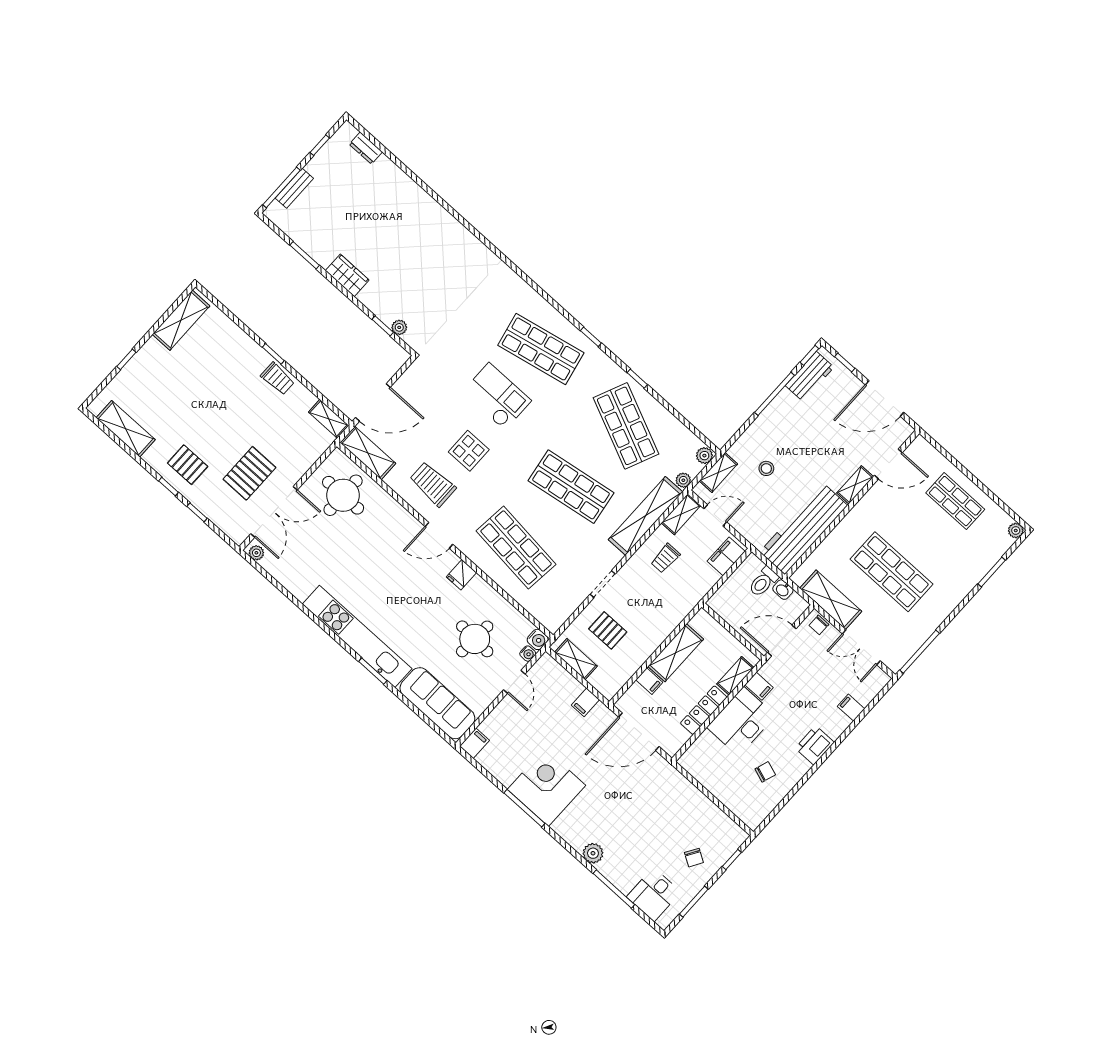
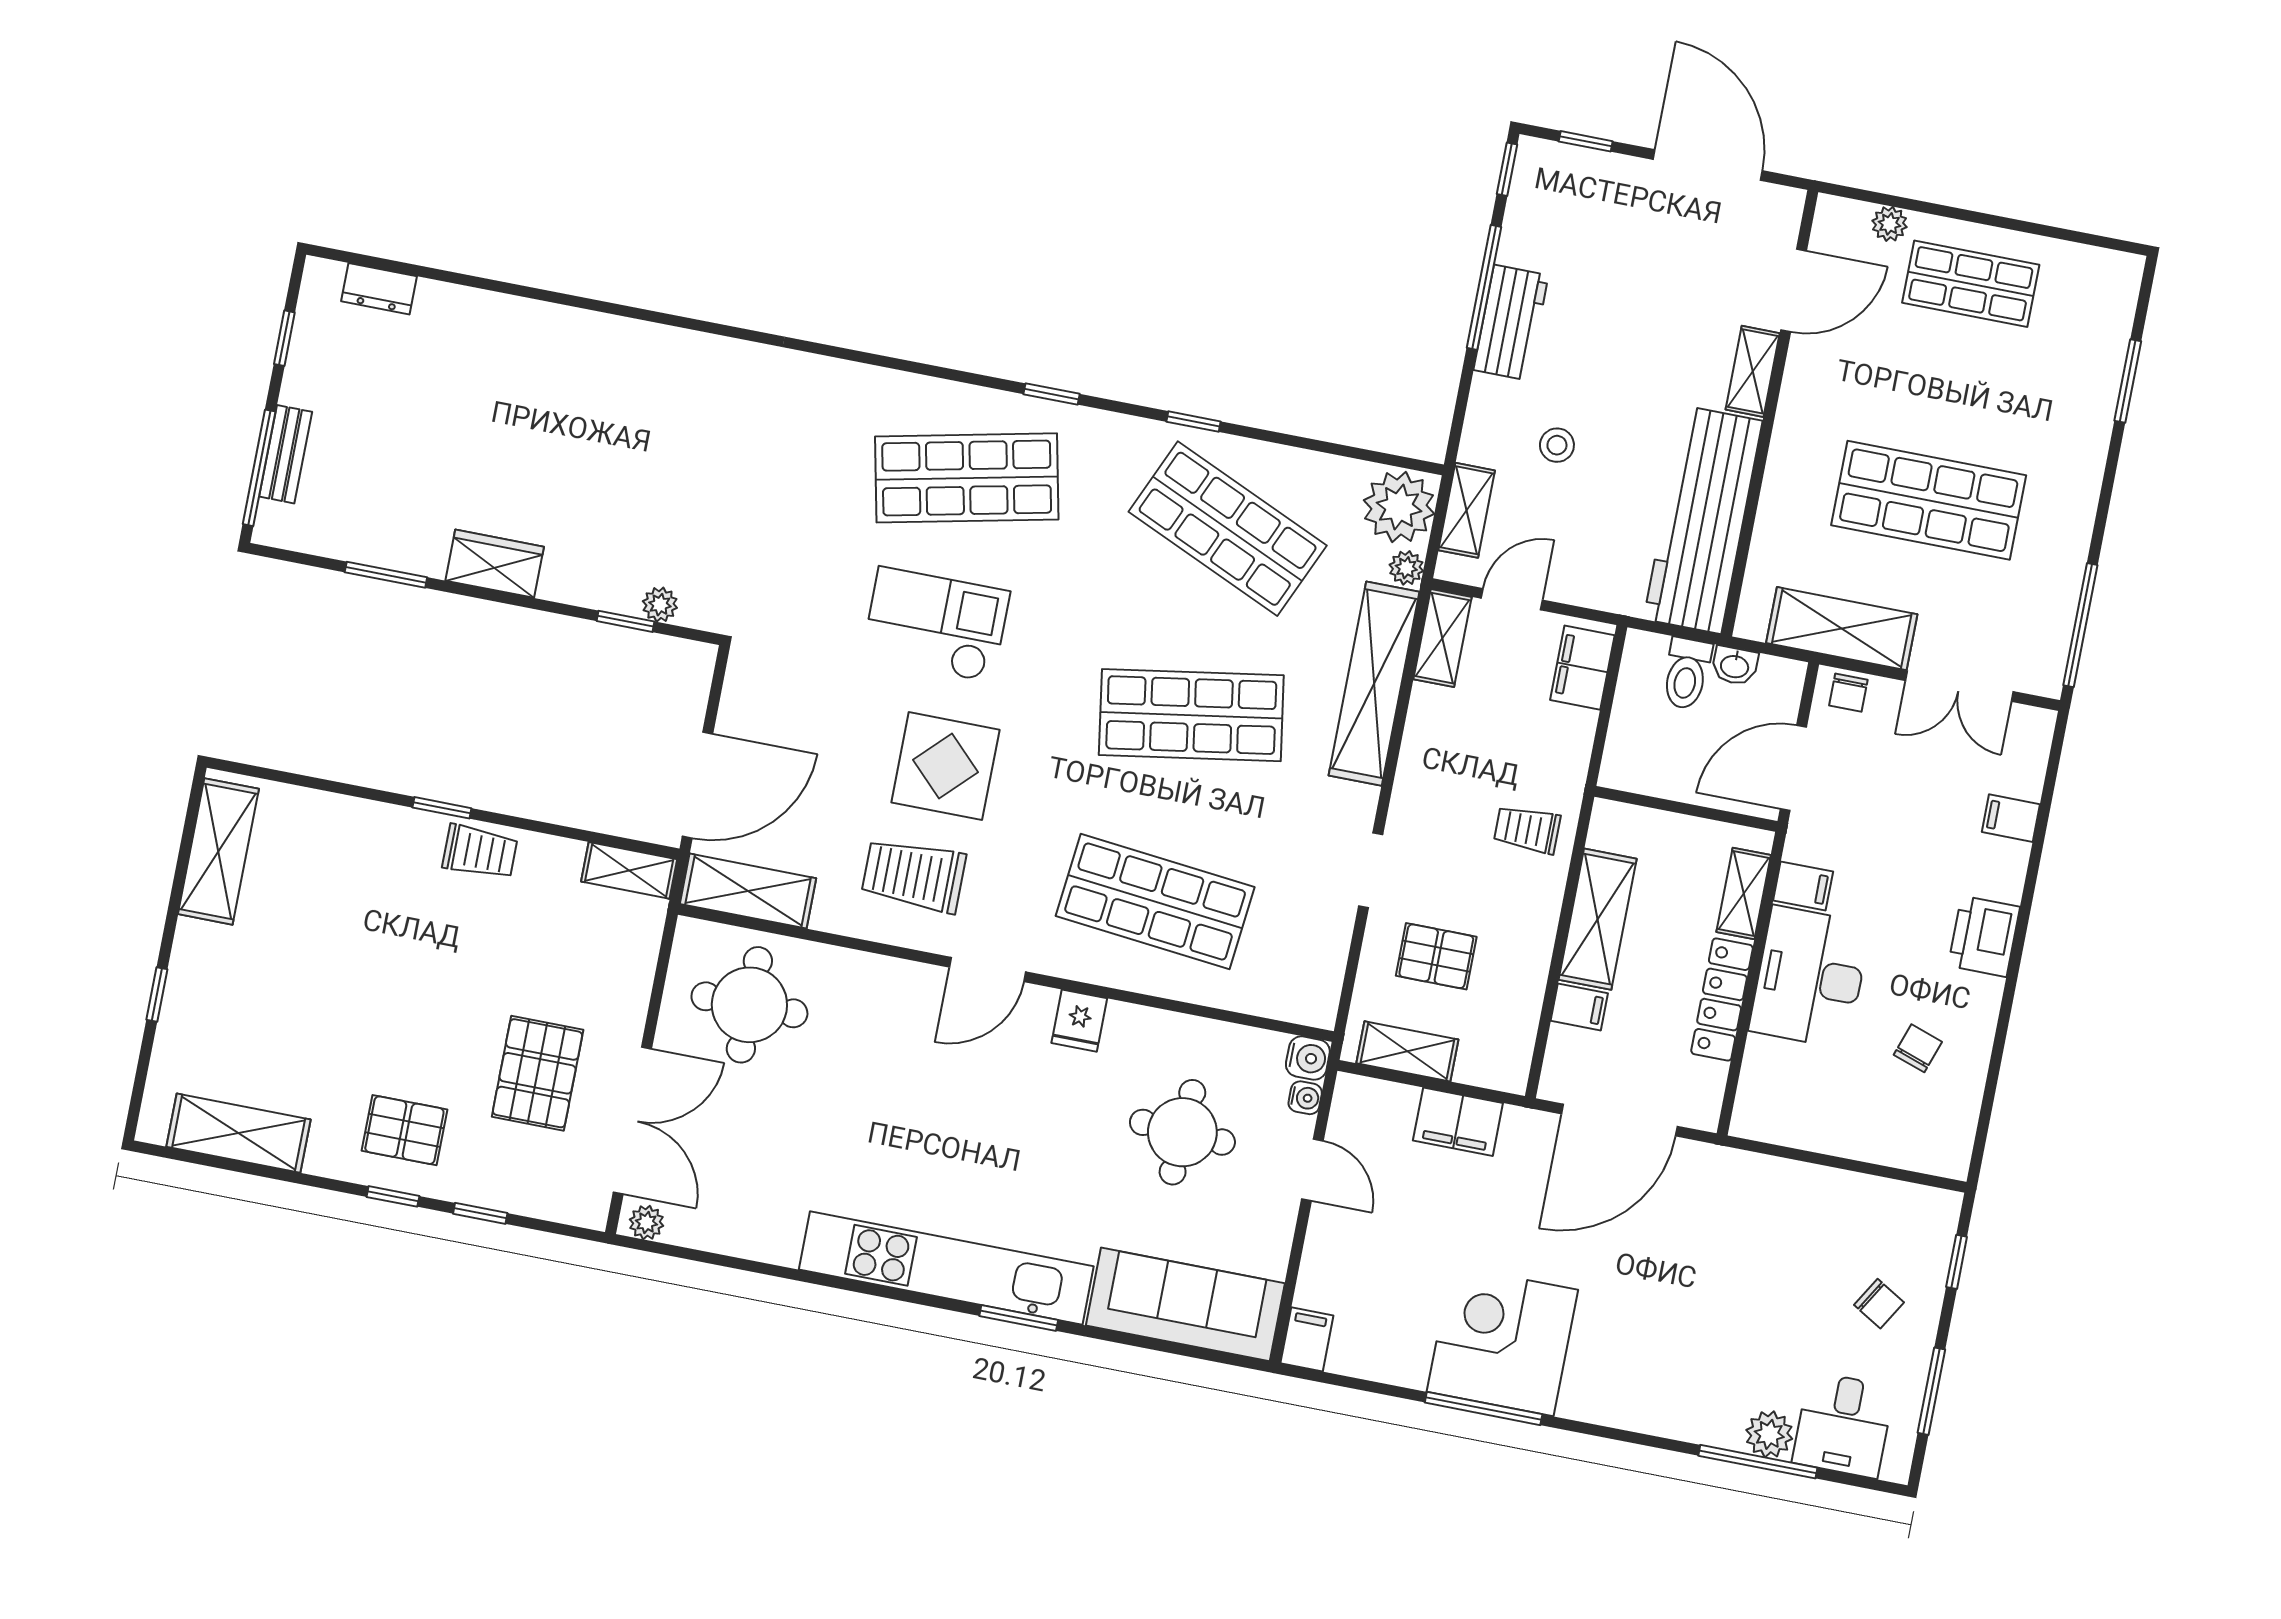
workbench: (810, 376) -> (1511, 323), moved
door: (885, 399) -> (1708, 165), swing flipped
display table: (469, 451) -> (945, 766), width x1.36, depth x1.36
plant: (704, 456) -> (1399, 507), width x1.87, depth x1.87
plant: (1016, 531) -> (1889, 224), moved
trolley: (665, 558) -> (1527, 829), moved, turned 90
filing cabinet: (585, 702) -> (1458, 1122), width x2.00
plant: (593, 853) -> (1769, 1434), moved

